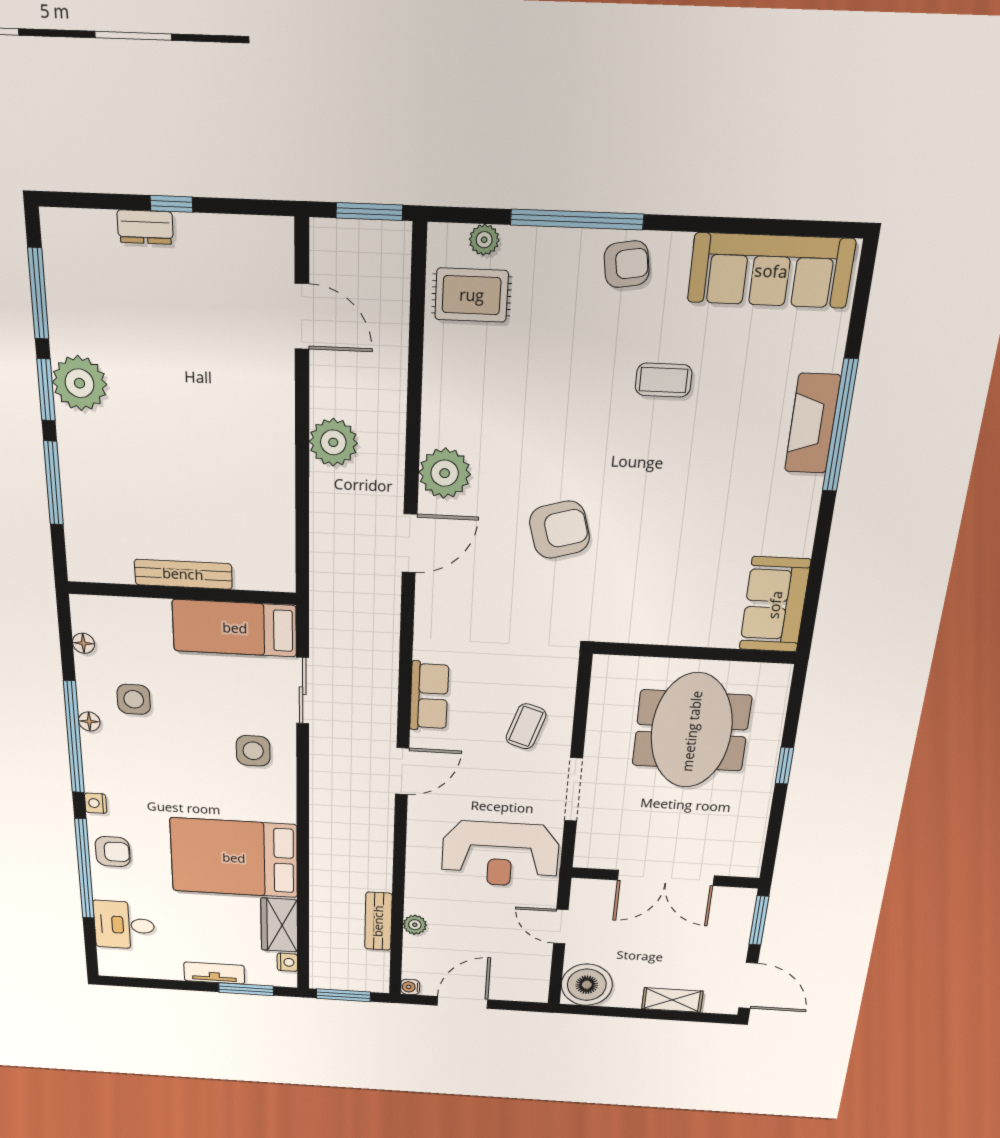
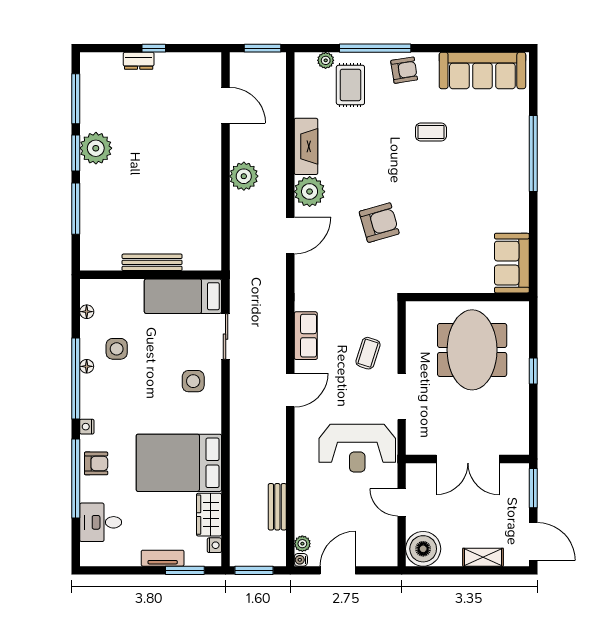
rug: (472, 295) -> (350, 85), moved, turned 90
fireplace: (812, 424) -> (306, 146), moved, turned 180
plant: (415, 925) -> (302, 544), moved

